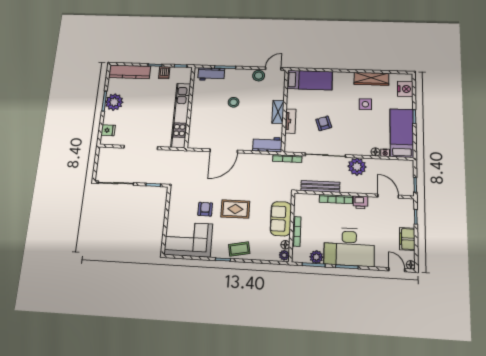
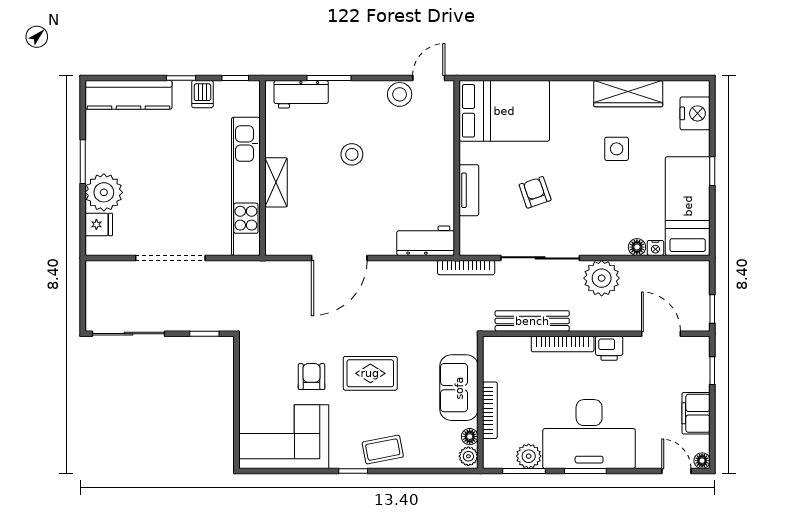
bed: (310, 80) -> (504, 111), width x1.50
plant: (114, 102) -> (104, 192), moved
shelving: (278, 112) -> (276, 182), moved

